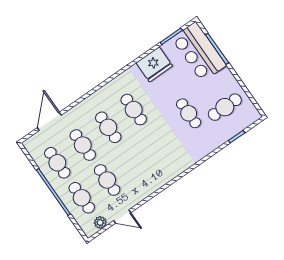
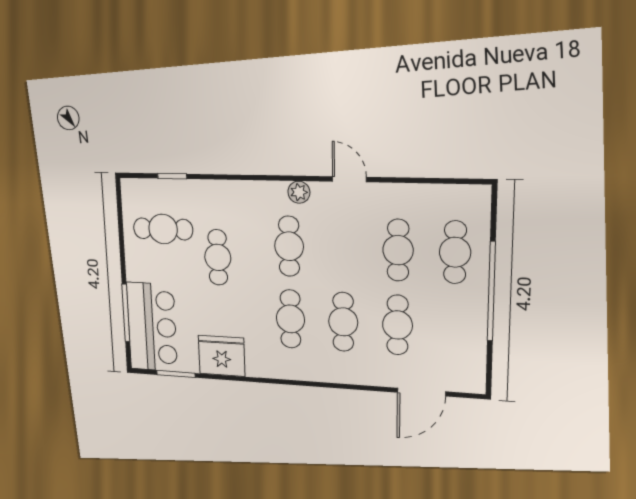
cafe table: (57, 163) -> (289, 246), moved
door: (122, 217) -> (349, 179), moved
plant: (100, 222) -> (299, 192), moved

